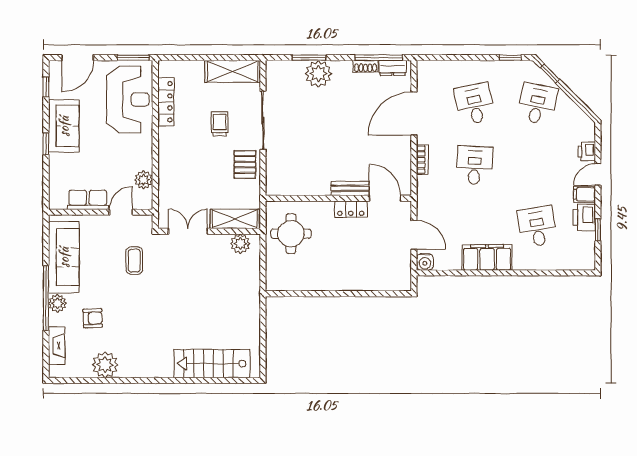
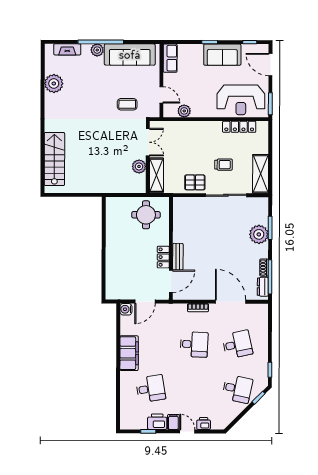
row of seats: (88, 200) -> (170, 58), moved
plant: (240, 244) -> (139, 166), moved
armchair: (93, 318) -> (87, 75), removed

